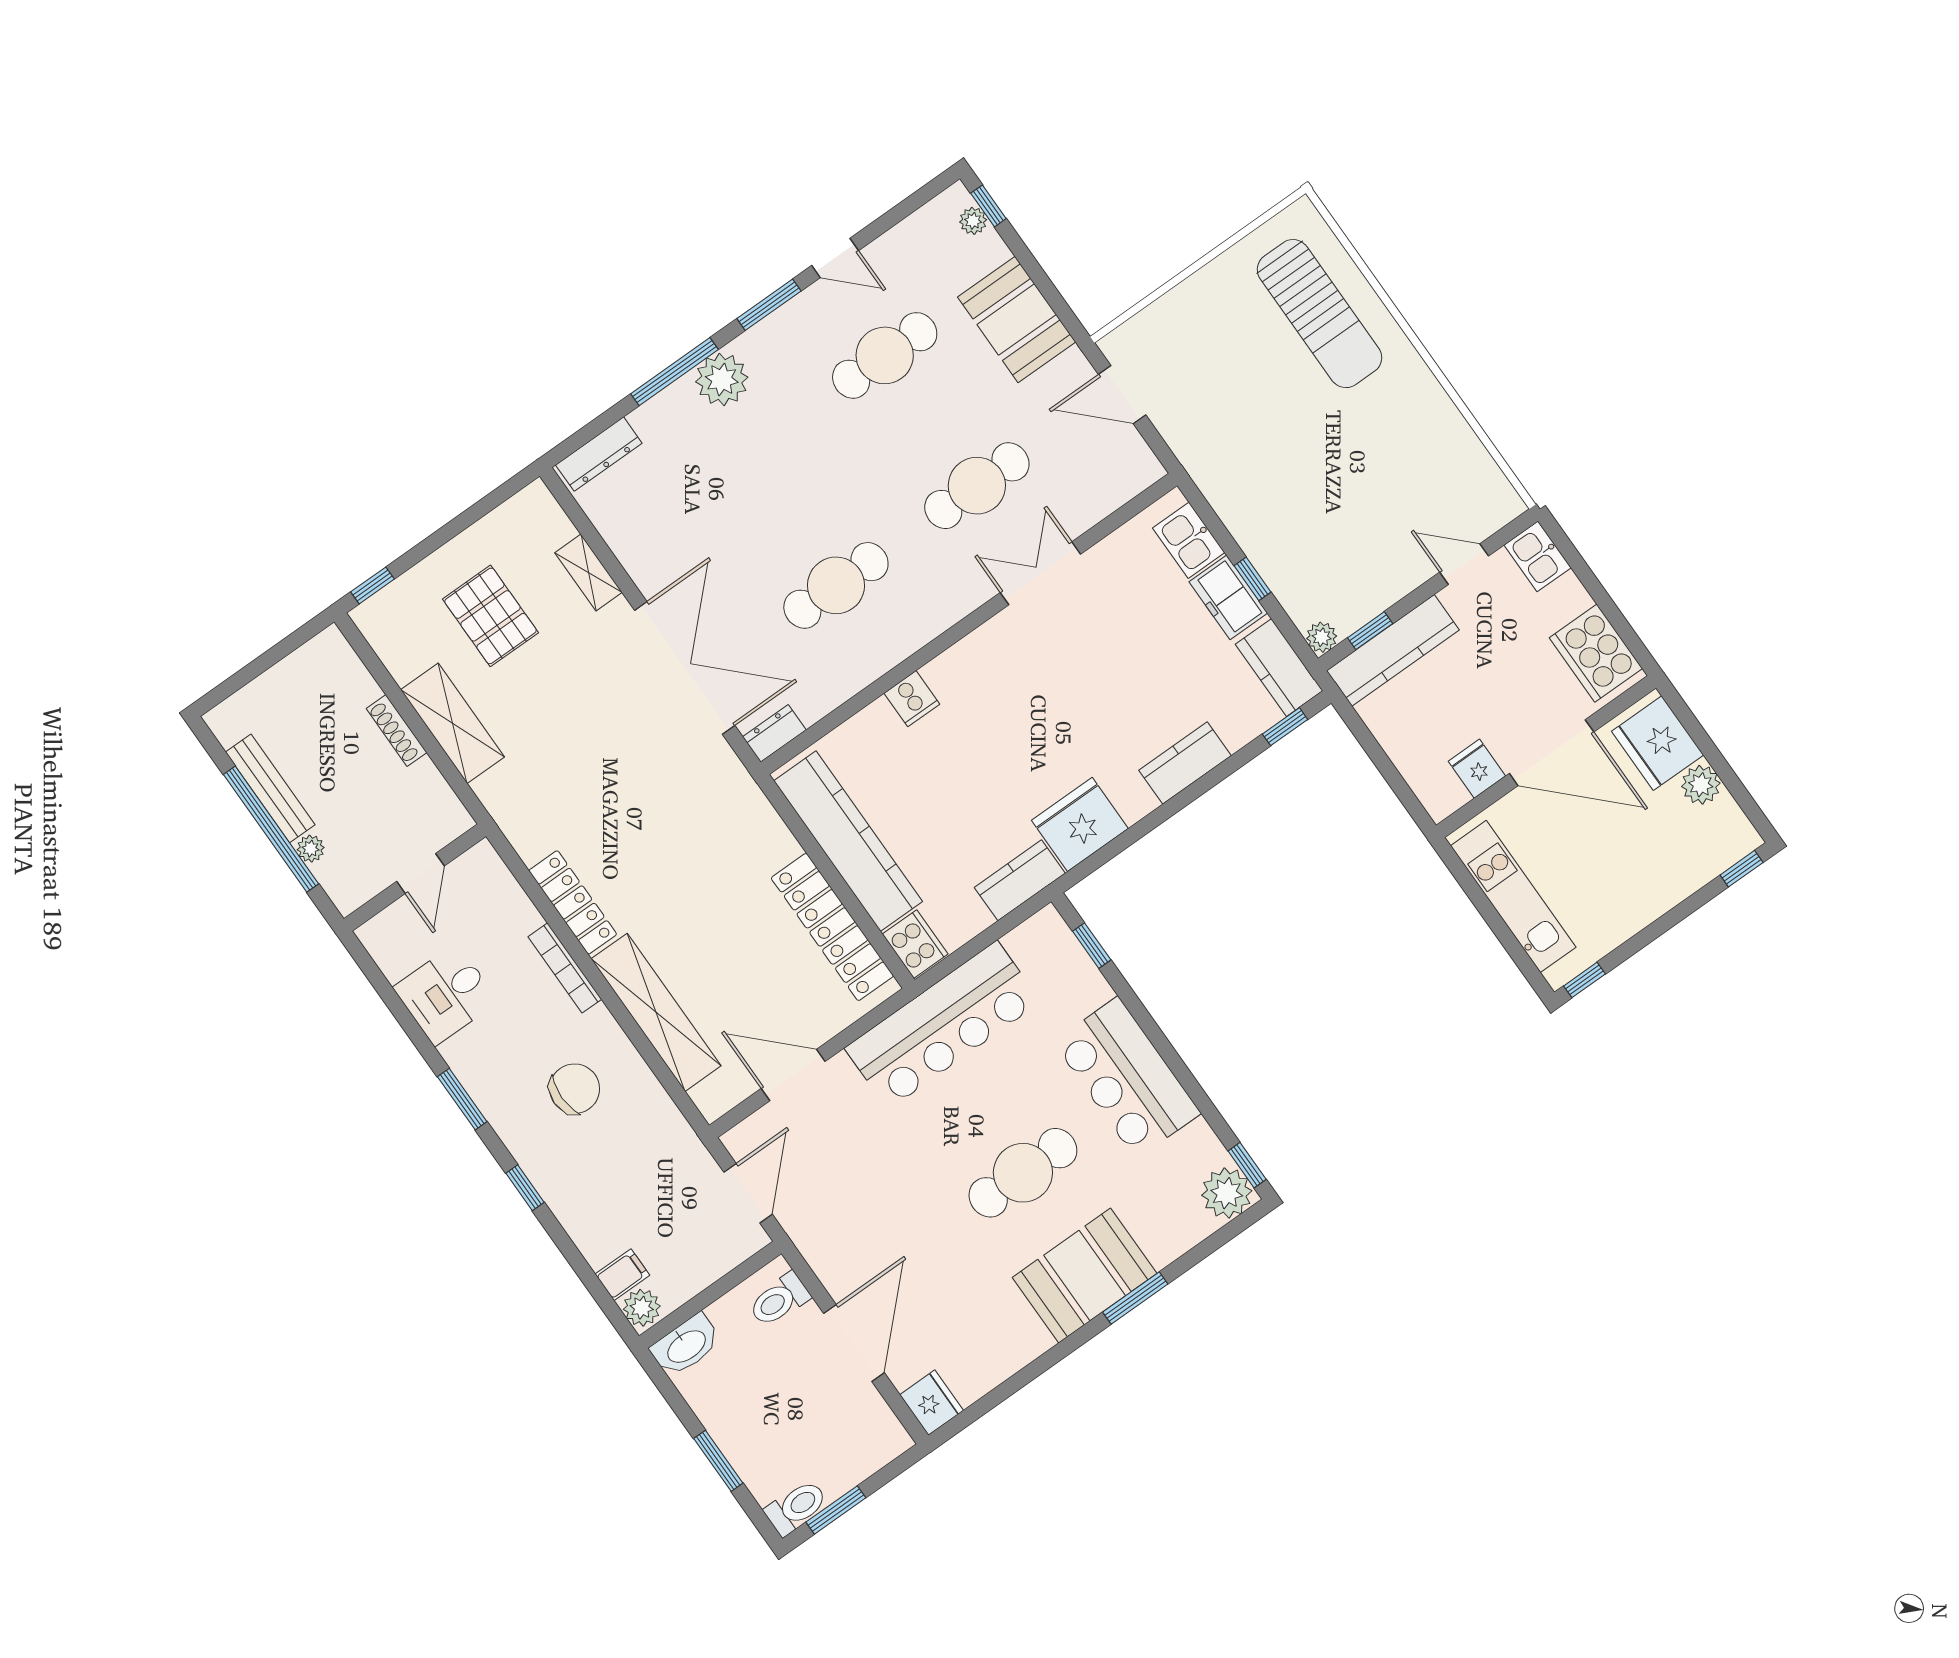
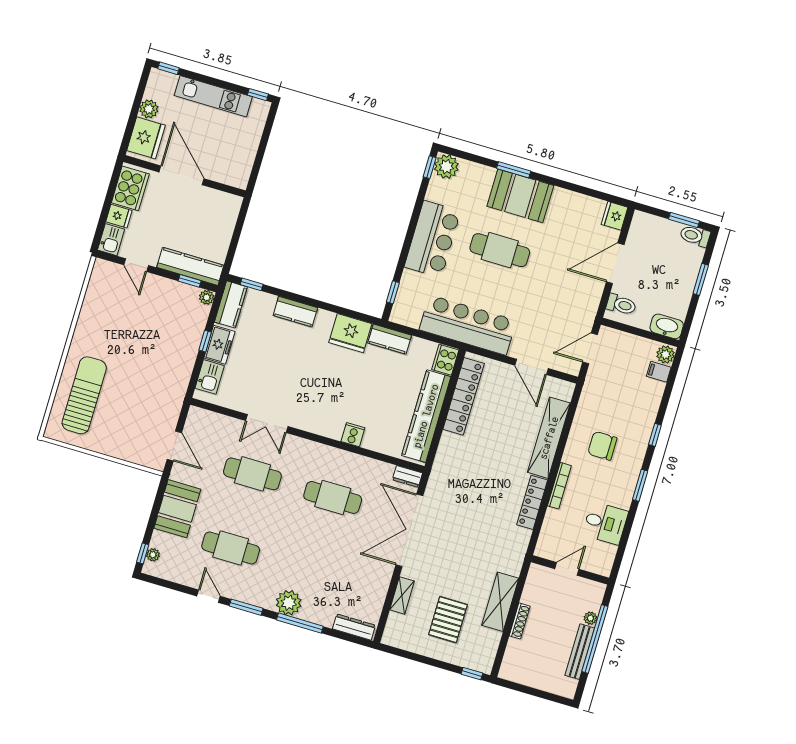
fridge: (1477, 769) -> (119, 216), moved, turned -90
kitchen unit: (1513, 896) -> (213, 96), moved, turned -90

